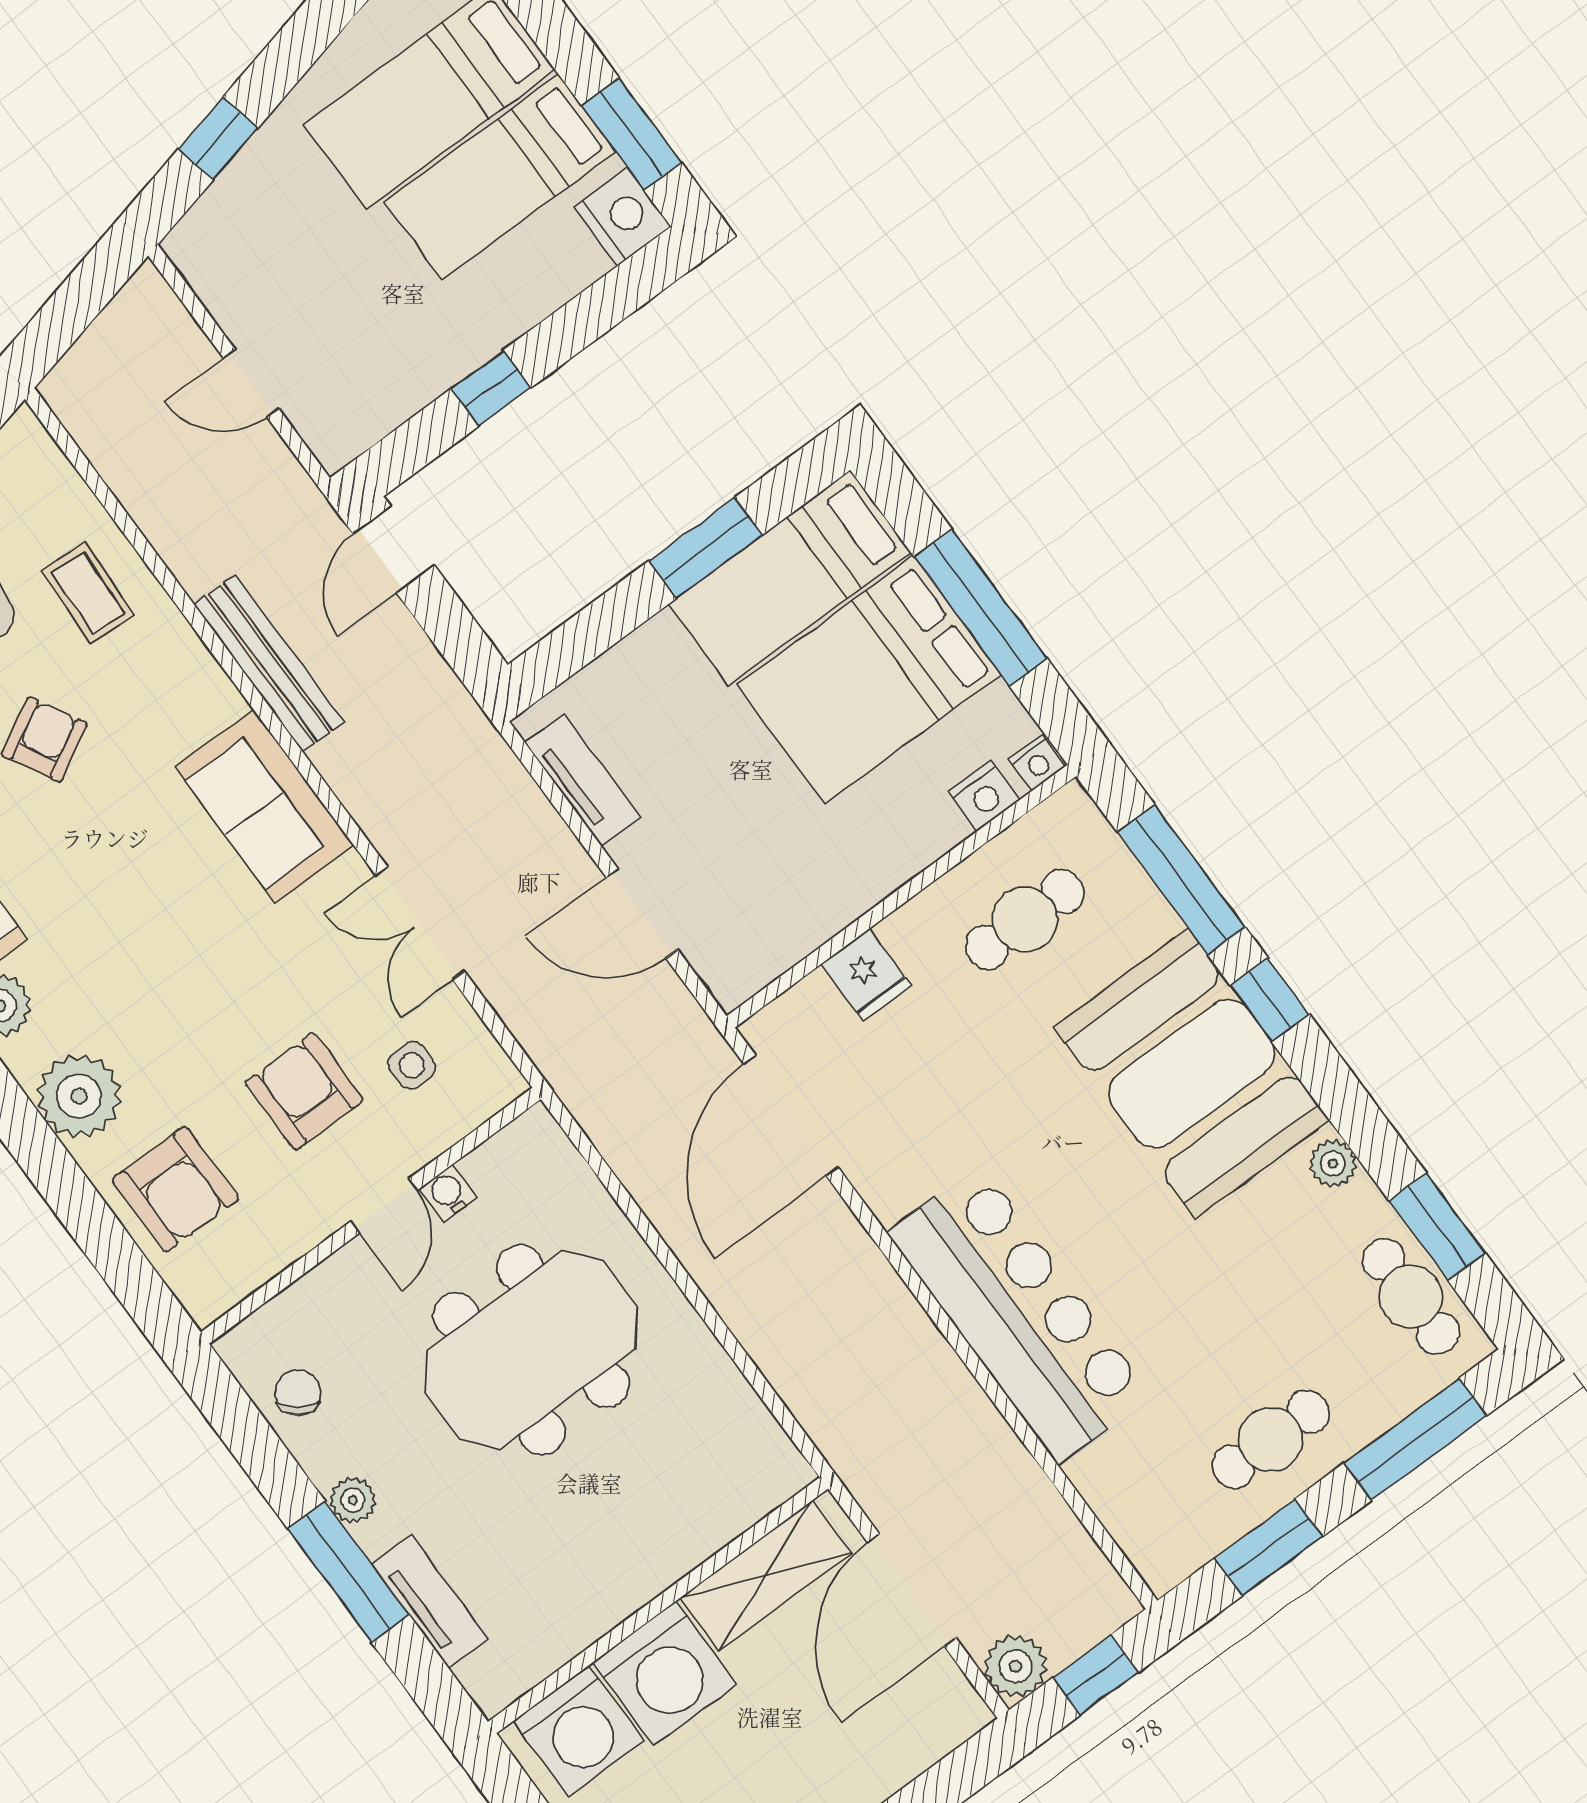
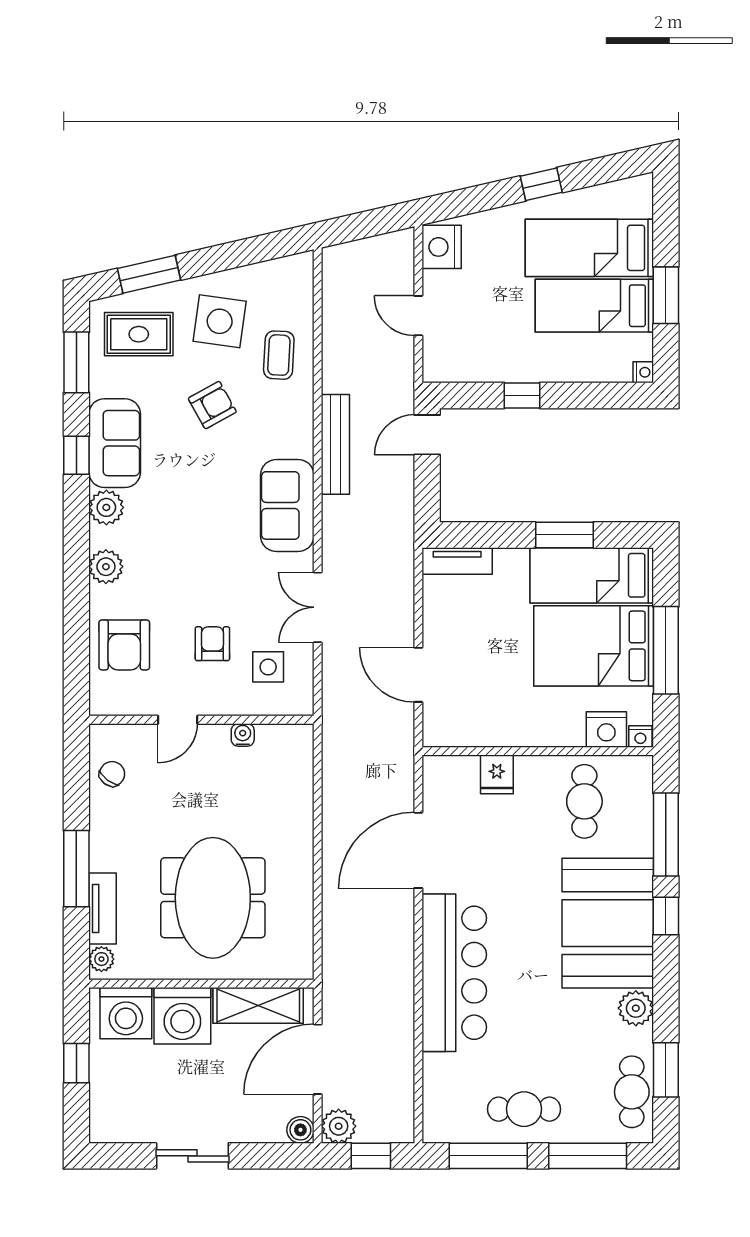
window: (631, 134) -> (666, 295), moved
window: (218, 138) -> (541, 184), moved
nightstand: (623, 217) -> (643, 372), width x0.53, depth x0.56
nightstand: (211, 257) -> (442, 247), added
tv unit: (583, 780) -> (457, 561), moved, turned 90
nightstand: (984, 796) -> (606, 729), width x1.36, depth x1.33
cafe table: (1025, 919) -> (584, 801), turned 90
side table: (412, 1065) -> (268, 667), width x1.37, depth x1.37
armchair: (304, 1091) -> (212, 644), width x0.72, depth x0.72
plant: (79, 1096) -> (106, 567), width x0.73, depth x0.73
door: (791, 1115) -> (418, 850), moved
plant: (1333, 1164) -> (636, 1008), width x1.38, depth x1.38
door: (384, 1206) -> (178, 720), moved
meeting table: (531, 1350) -> (213, 898), moved, turned 90
plant: (353, 1500) -> (101, 959), moved
window: (1269, 1547) -> (488, 1156), width x1.44
boiler: (963, 1713) -> (300, 1130), added

